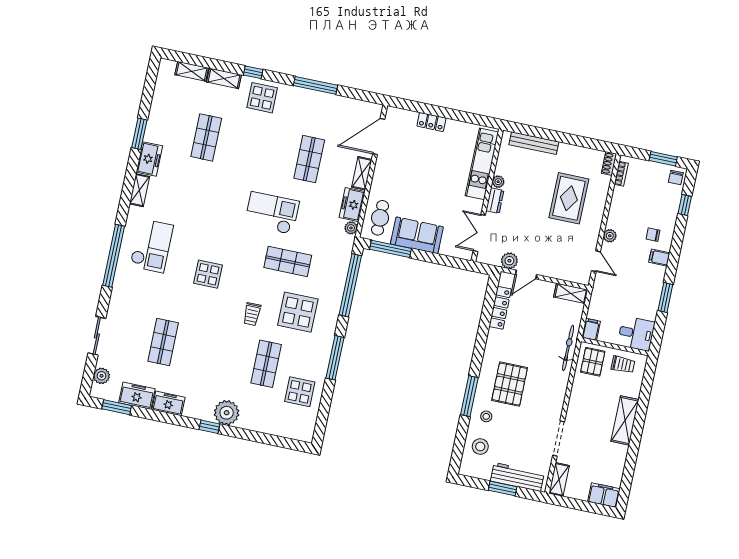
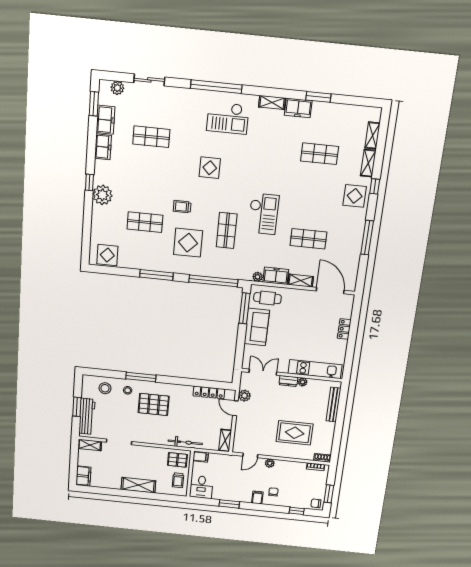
display table: (300, 392) -> (107, 255), moved

